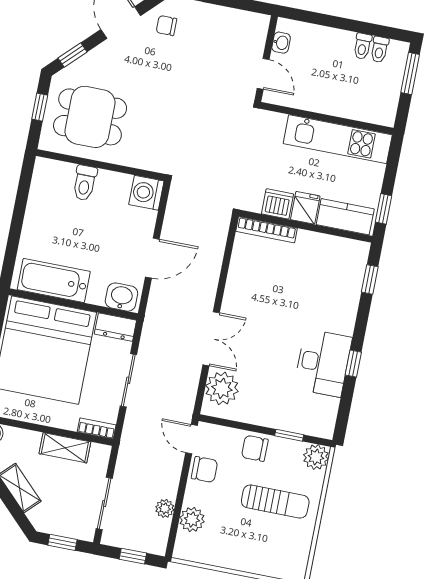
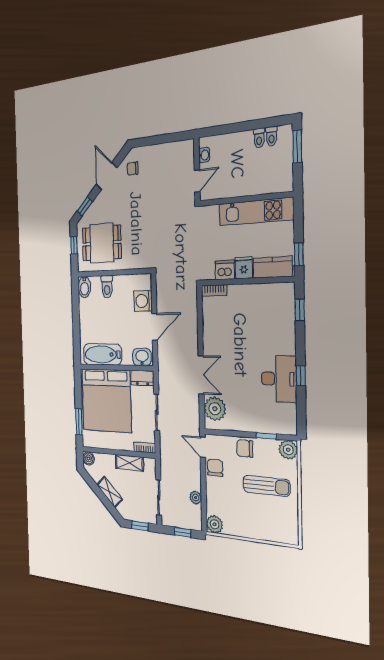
door: (263, 74) -> (197, 181), hinge flipped
bidet: (44, 174) -> (84, 287), added
washing machine: (146, 193) -> (143, 301), moved
bookcase: (266, 230) -> (214, 290), width x0.64
chair: (204, 469) -> (215, 468), turned -90
plant: (192, 519) -> (214, 524), moved

